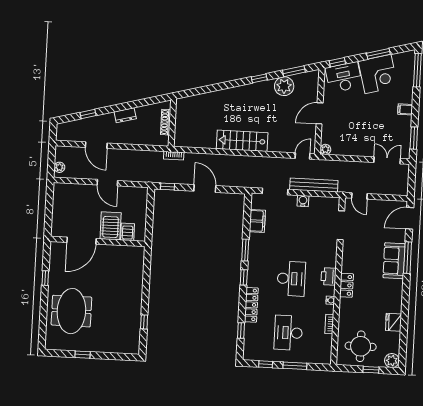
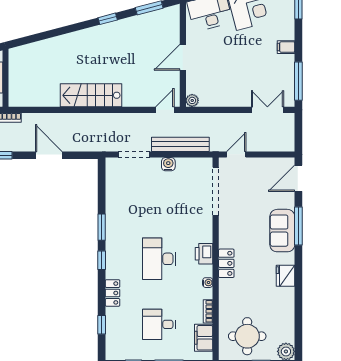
plant: (284, 86) -> (138, 27), removed
window: (414, 138) -> (298, 81), width x1.44
door: (359, 196) -> (236, 154), swing flipped
filing cabinet: (257, 221) -> (204, 338), moved, turned 180
doorway: (341, 225) -> (216, 191), width x1.36
desk: (291, 279) -> (159, 259), turned 180
locker: (251, 305) -> (113, 293), width x0.66
fridge: (394, 322) -> (286, 276), moved
desk: (288, 333) -> (159, 324), width x0.73

